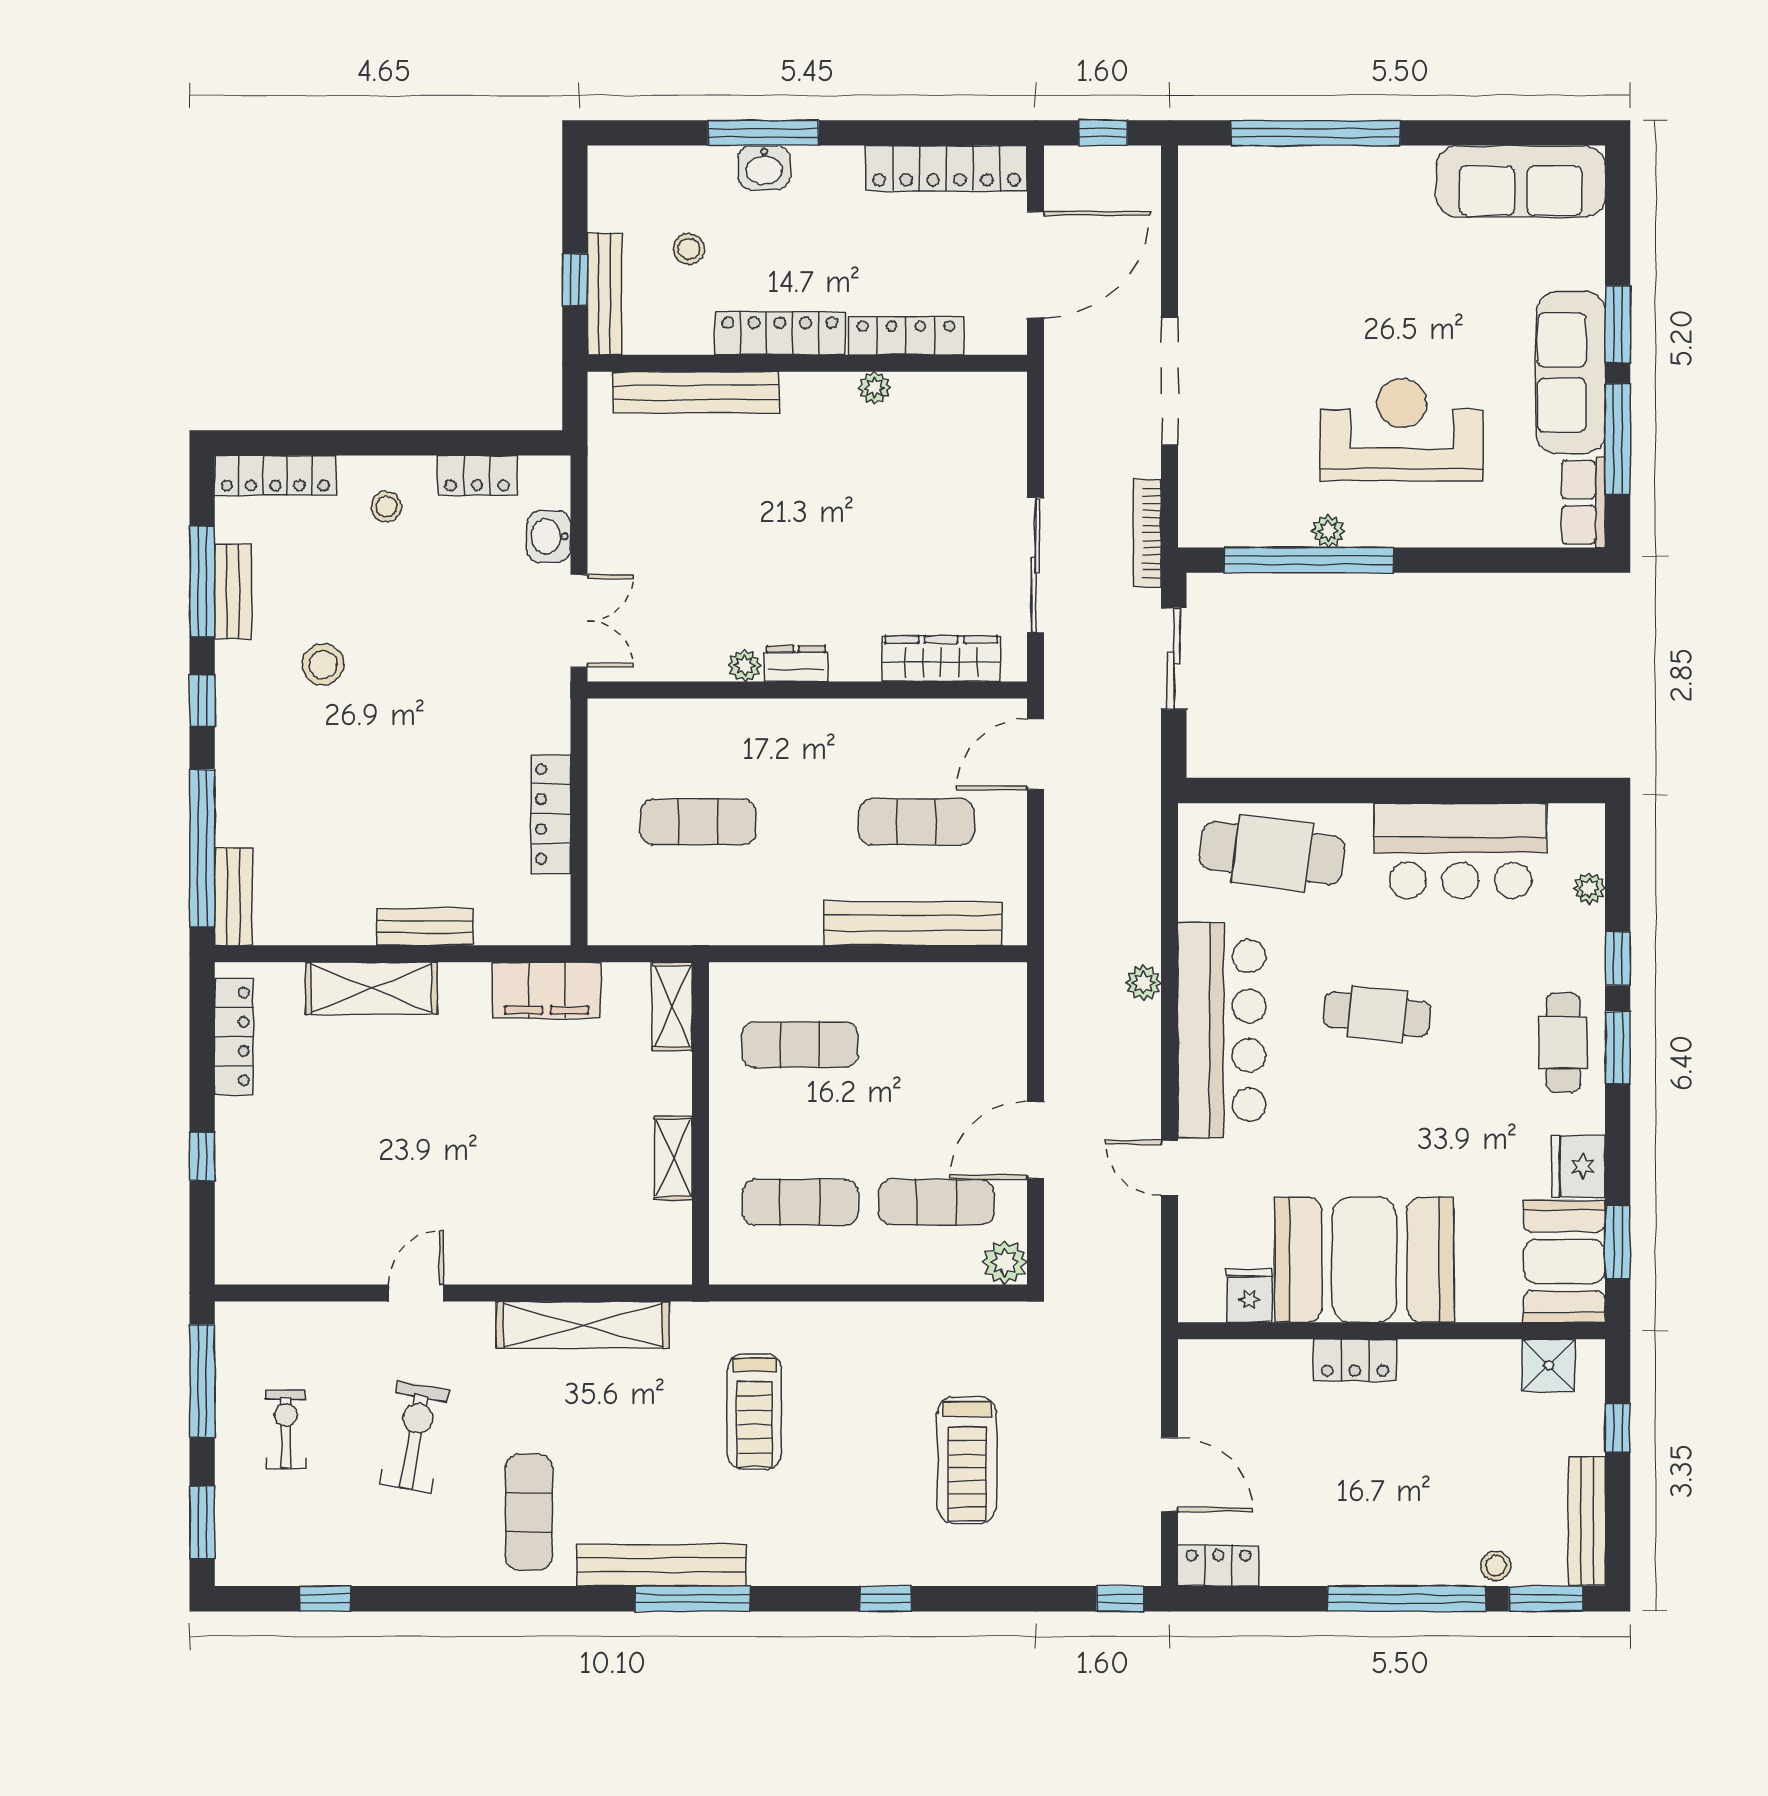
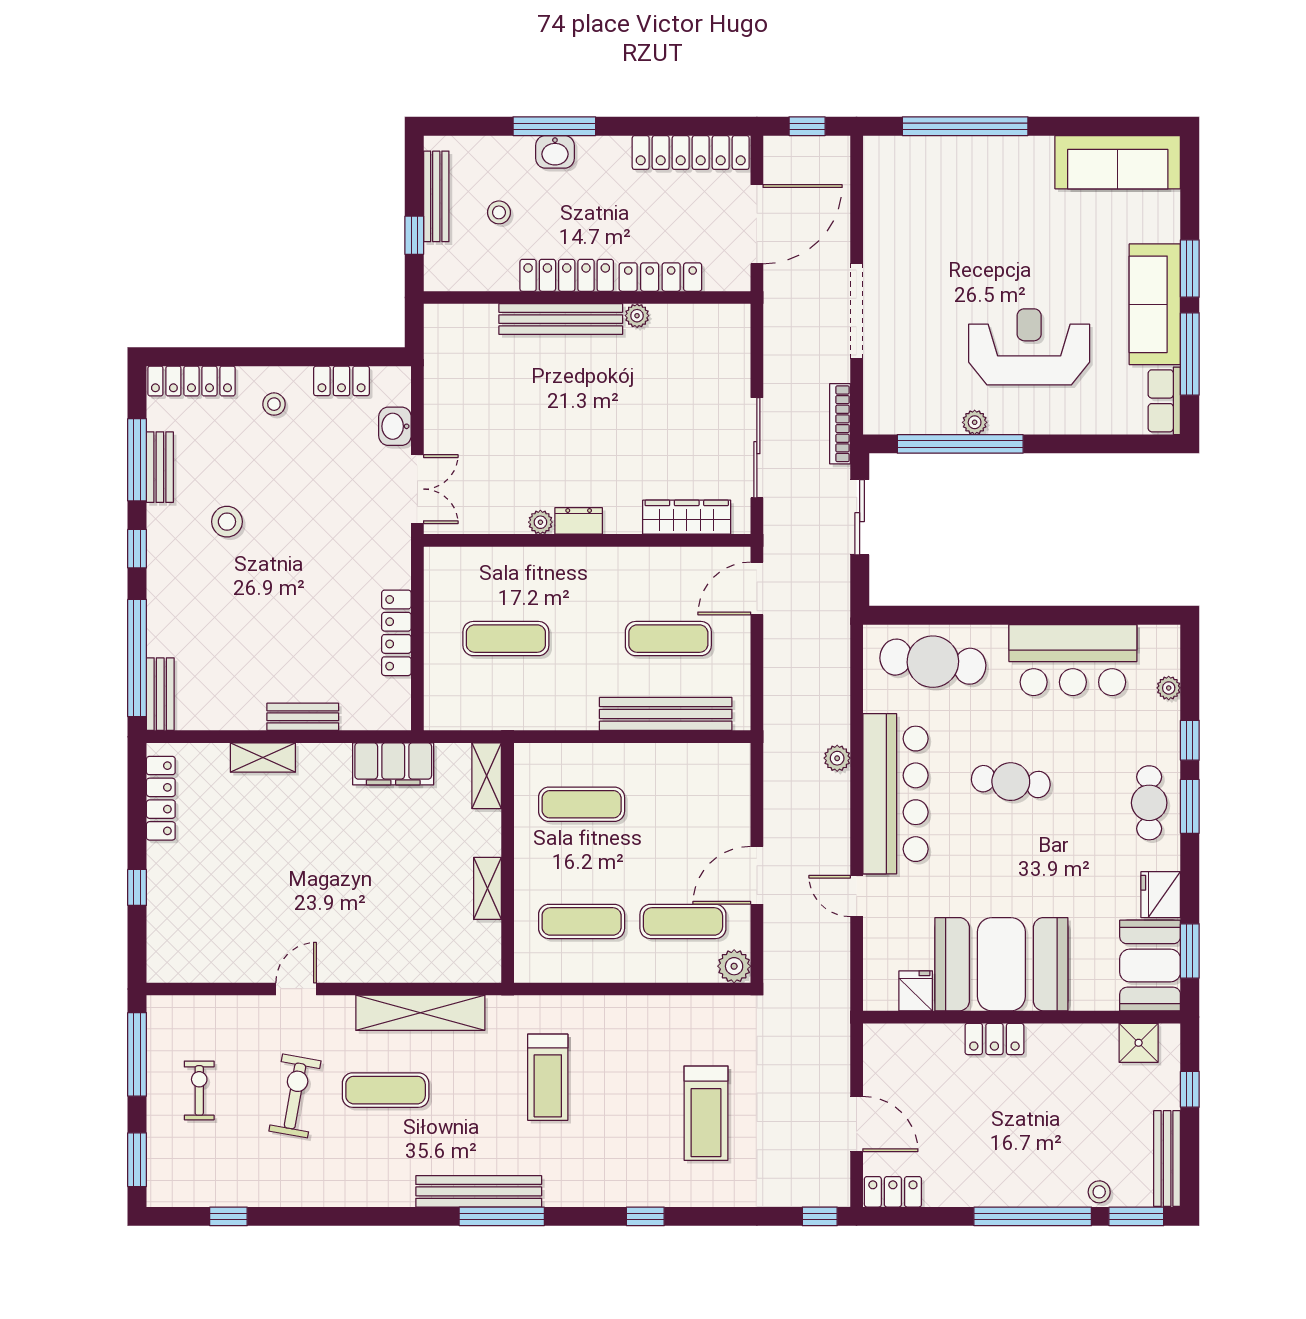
bench: (605, 294) -> (436, 196), moved
bench: (696, 392) -> (561, 319), moved
shelving: (371, 988) -> (263, 758), width x0.67, depth x0.75
exercise mat: (529, 1512) -> (386, 1090), moved, turned 90

